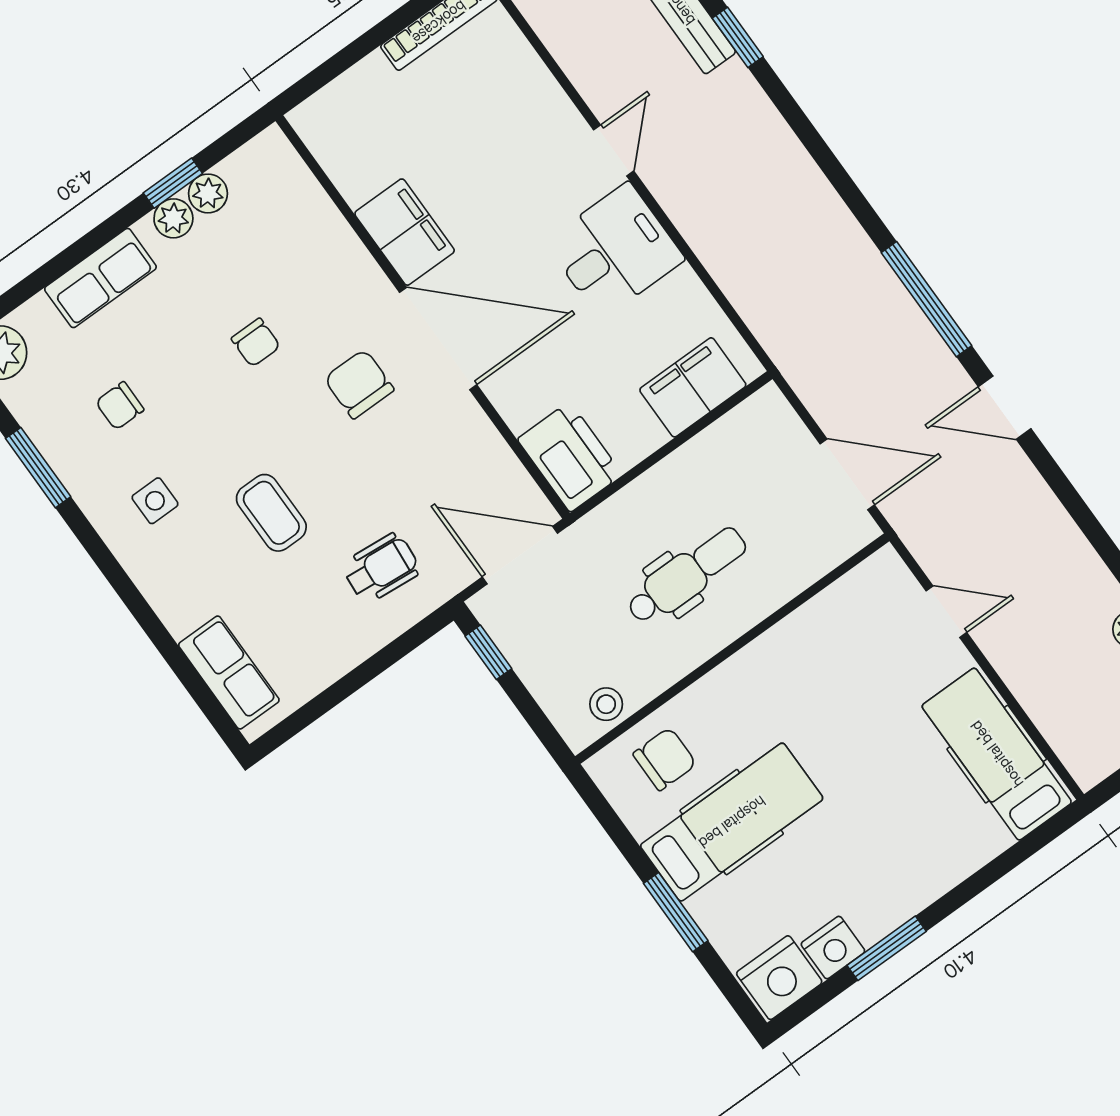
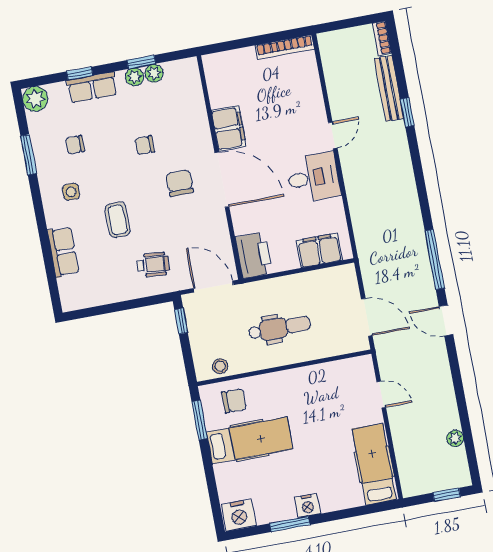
window: (63, 262) -> (80, 73), added
chair: (256, 343) -> (145, 145), turned 90
row of seats: (229, 673) -> (63, 252), moved
window: (676, 912) -> (200, 420), moved
nightstand: (833, 948) -> (308, 506), moved

